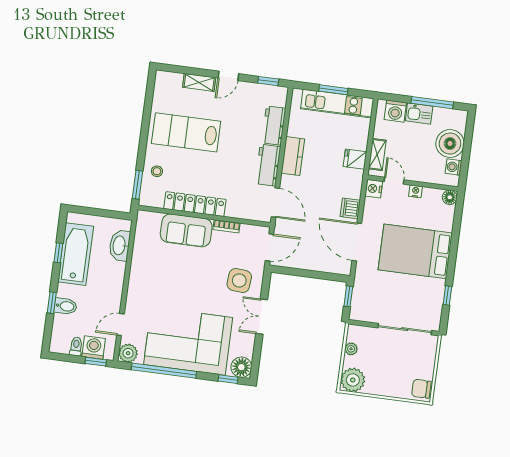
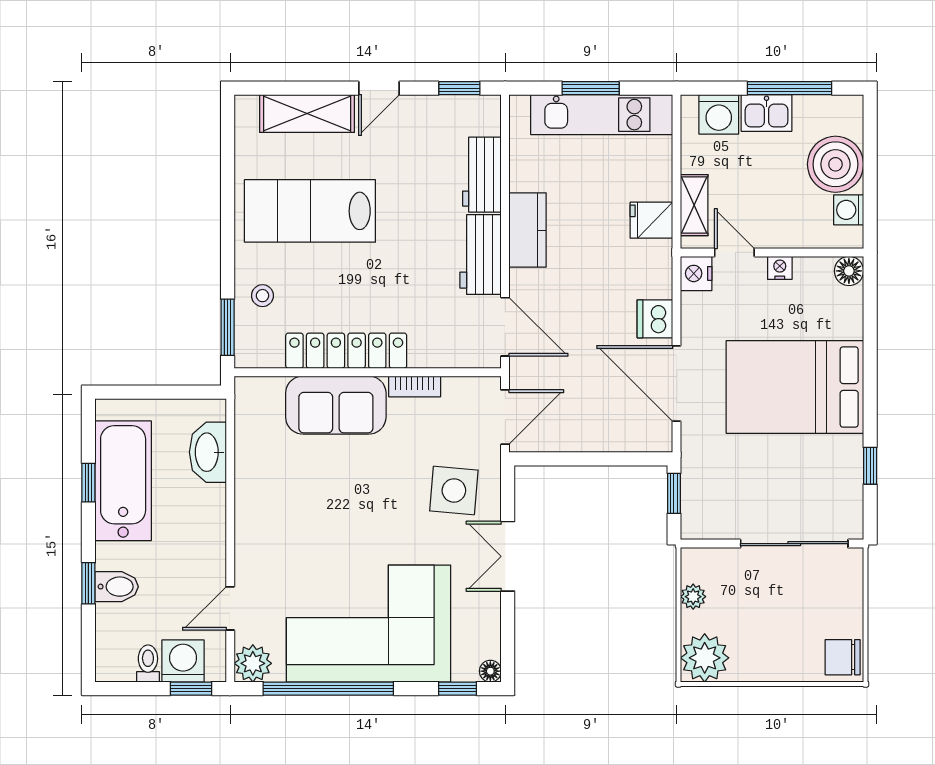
shelving: (199, 82) -> (307, 114), width x1.50, depth x1.33
floor lamp: (241, 367) -> (490, 671), width x0.53, depth x0.53

